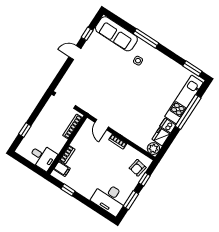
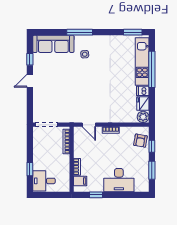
desk: (43, 157) -> (44, 181), moved, turned 180
desk: (110, 199) -> (119, 180), moved

